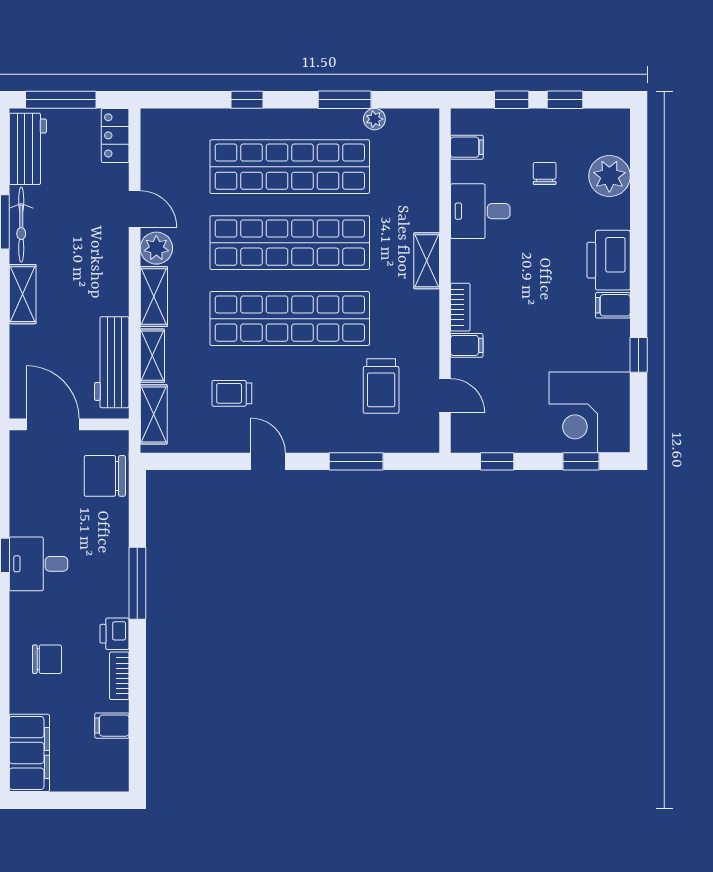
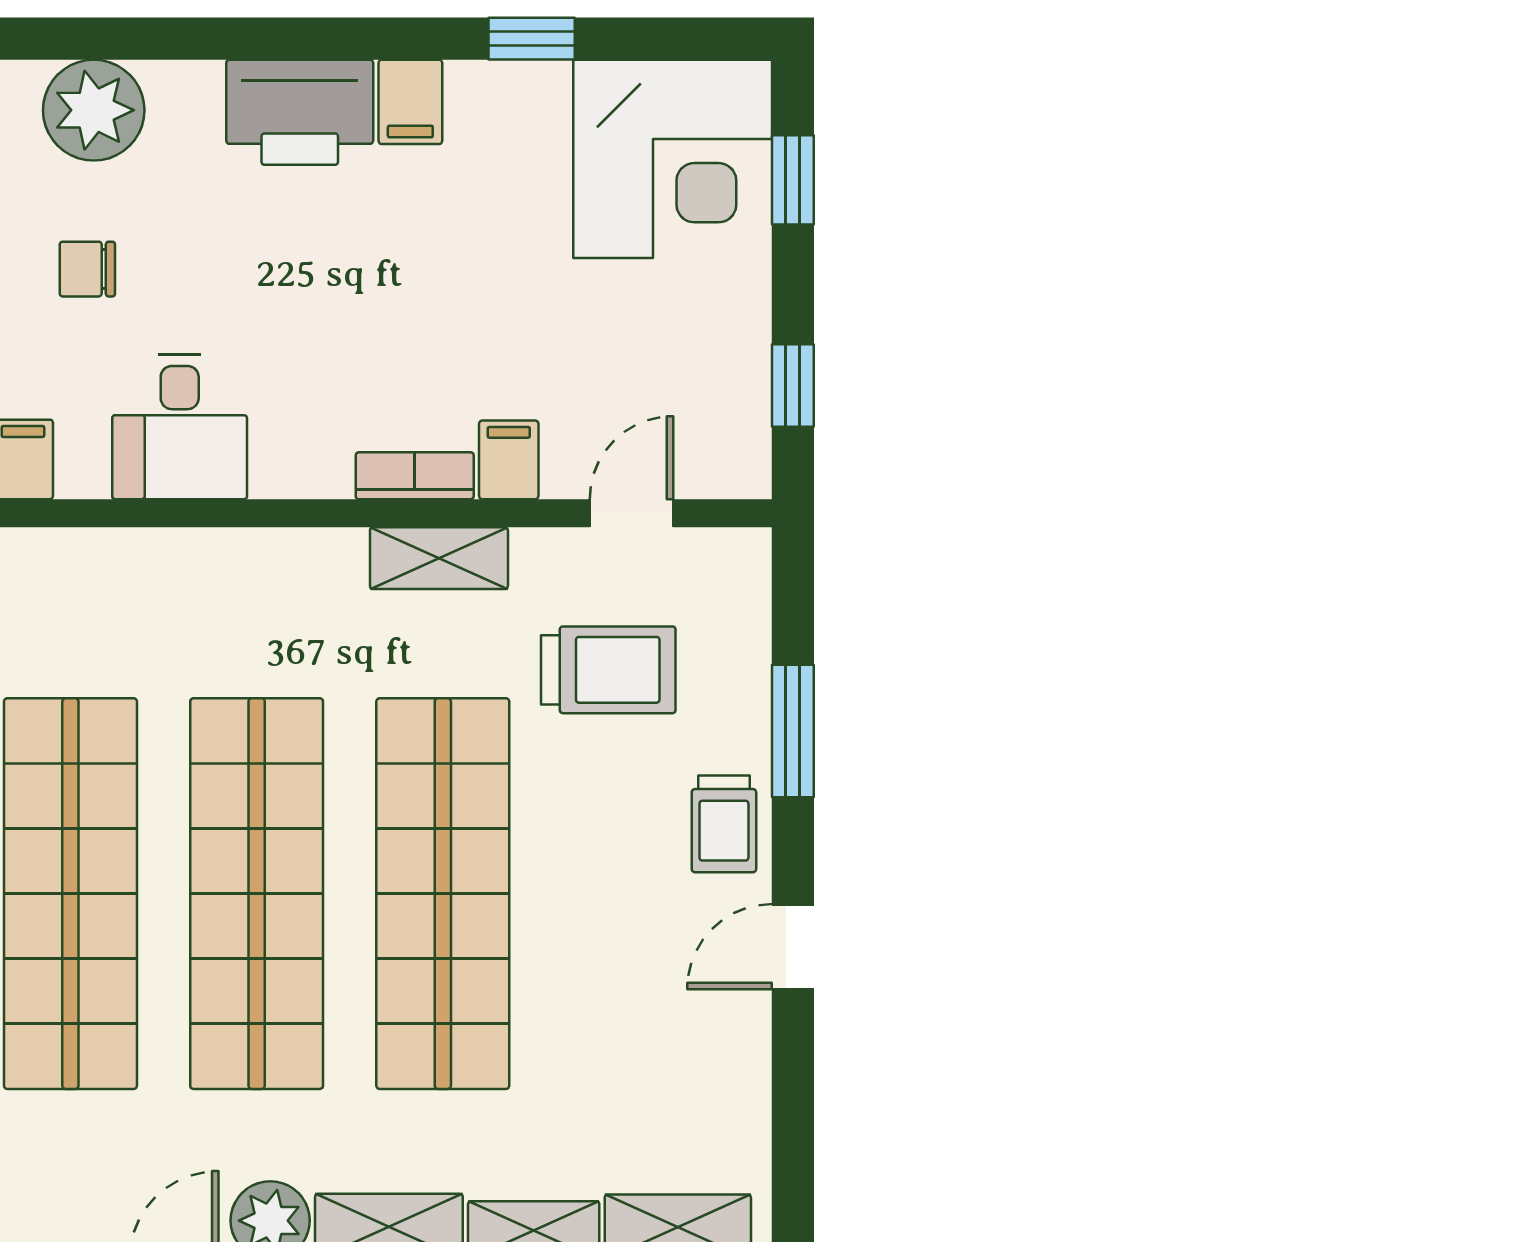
shelving: (427, 261) -> (439, 558), moved
trolley: (232, 393) -> (724, 824), moved

